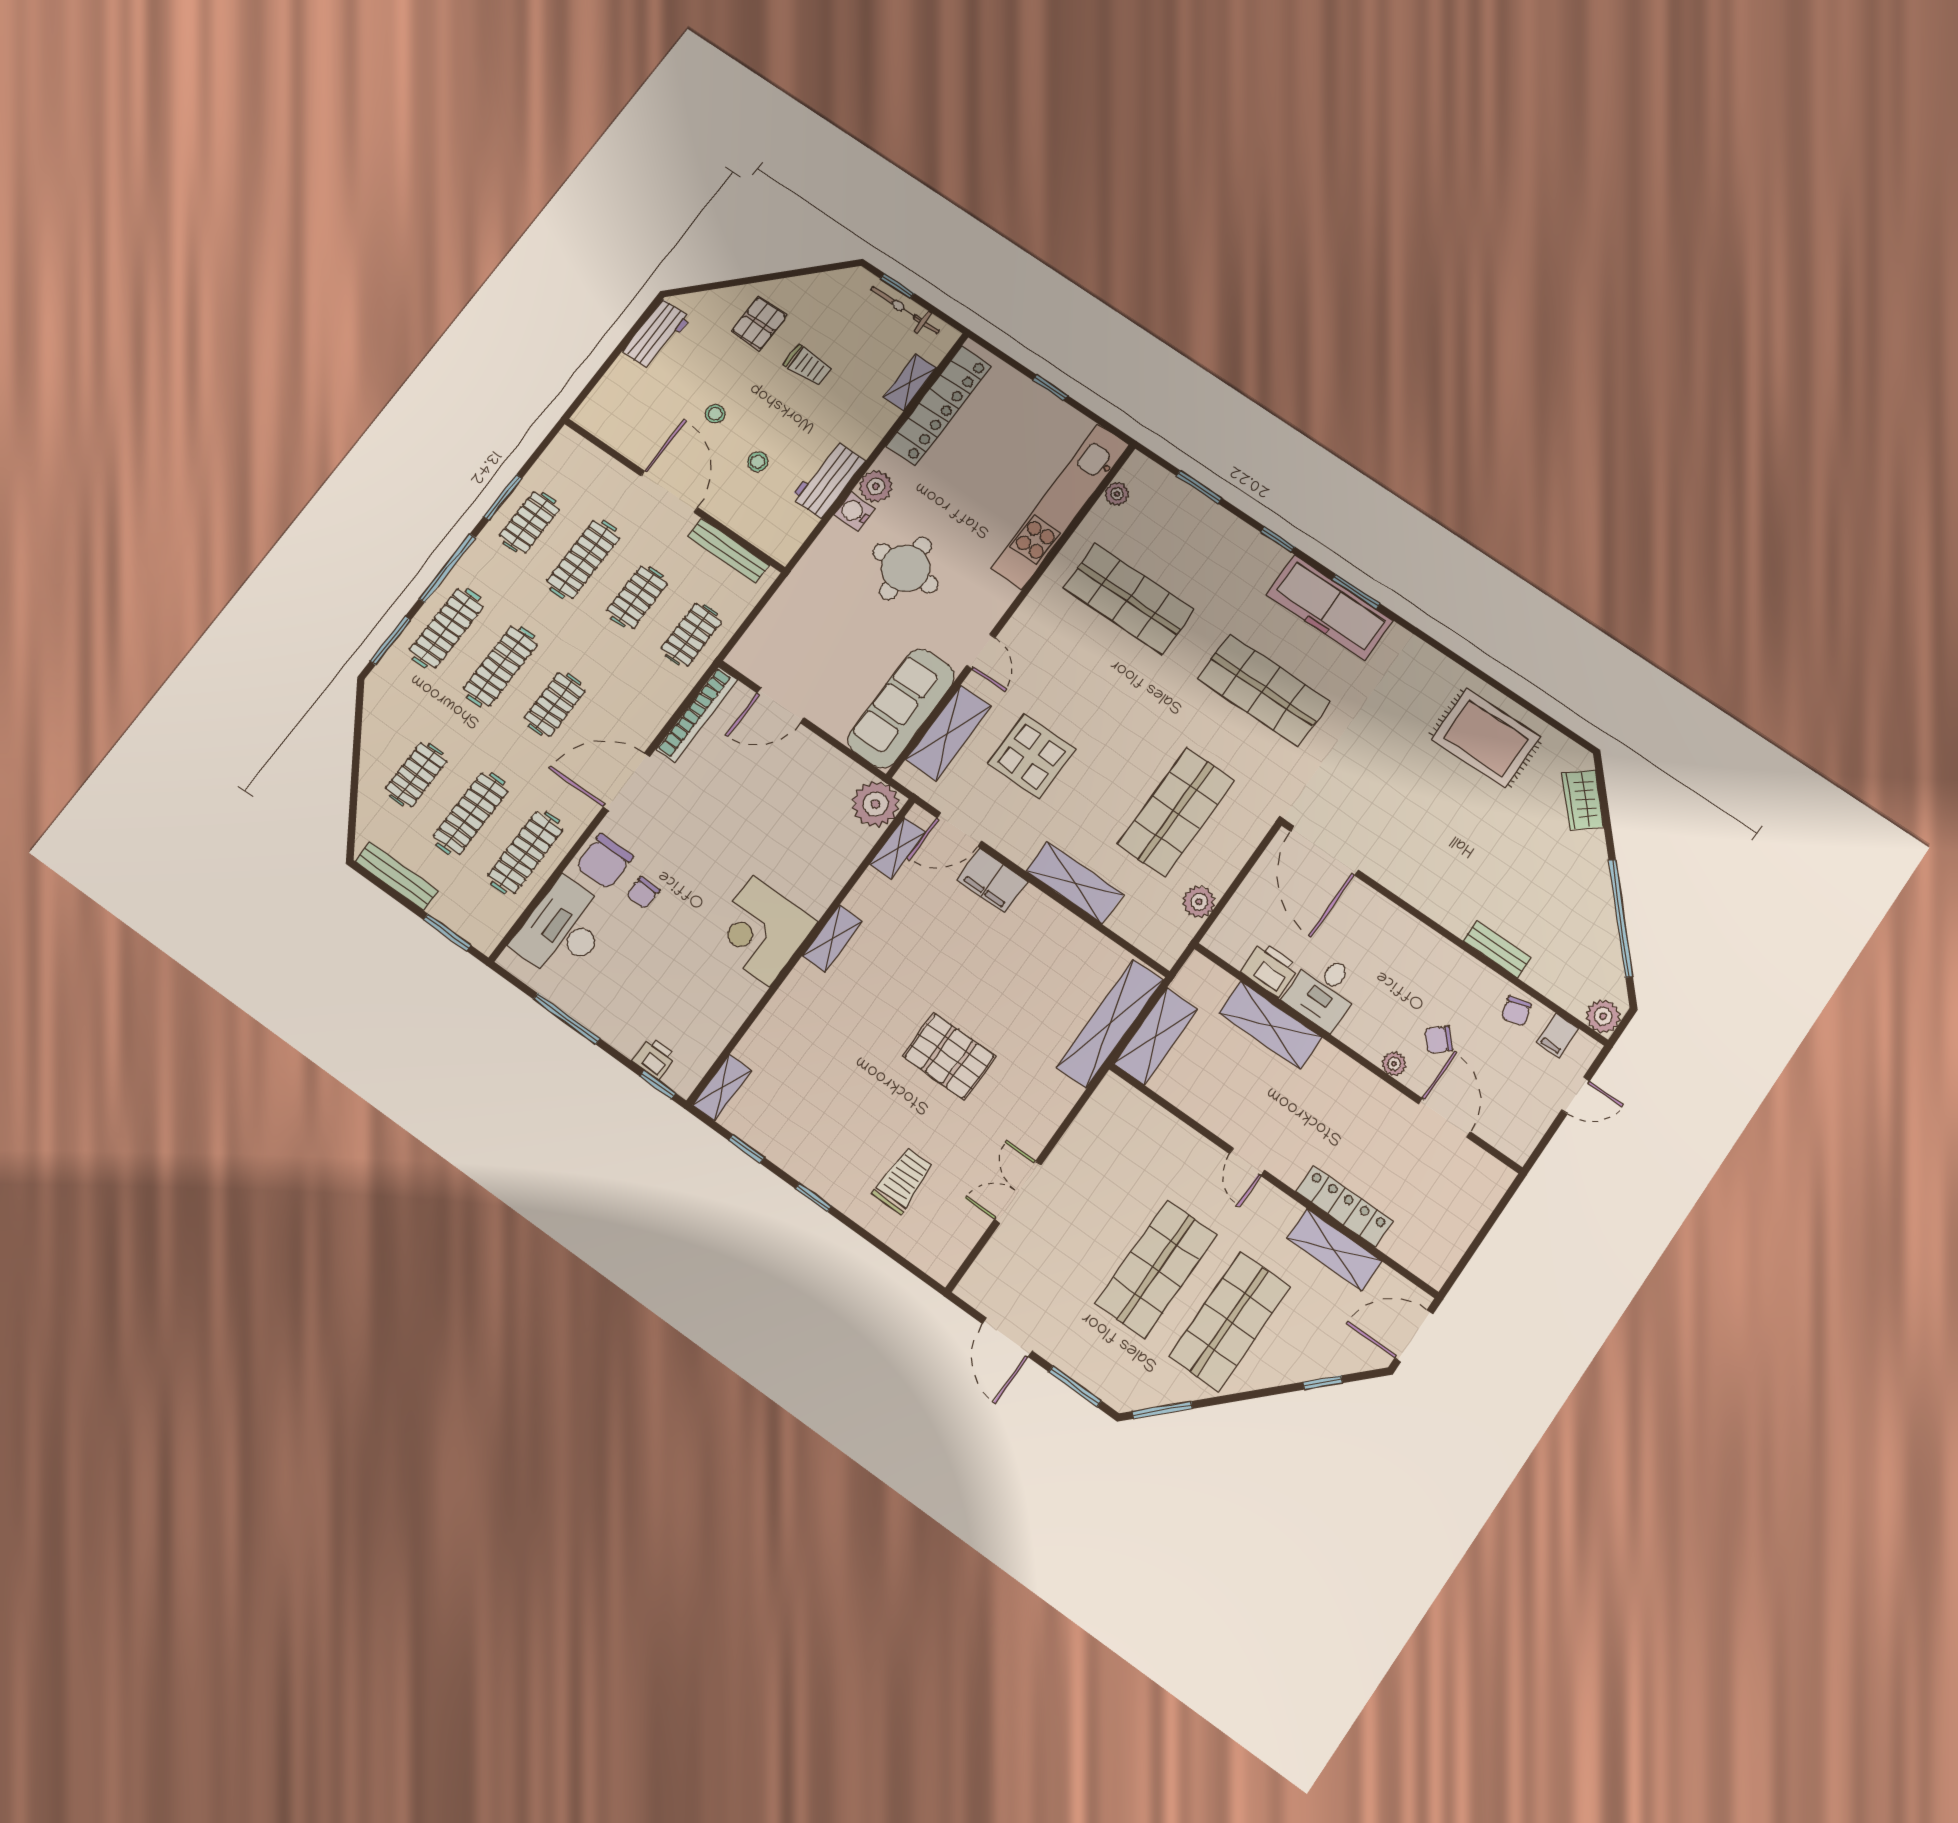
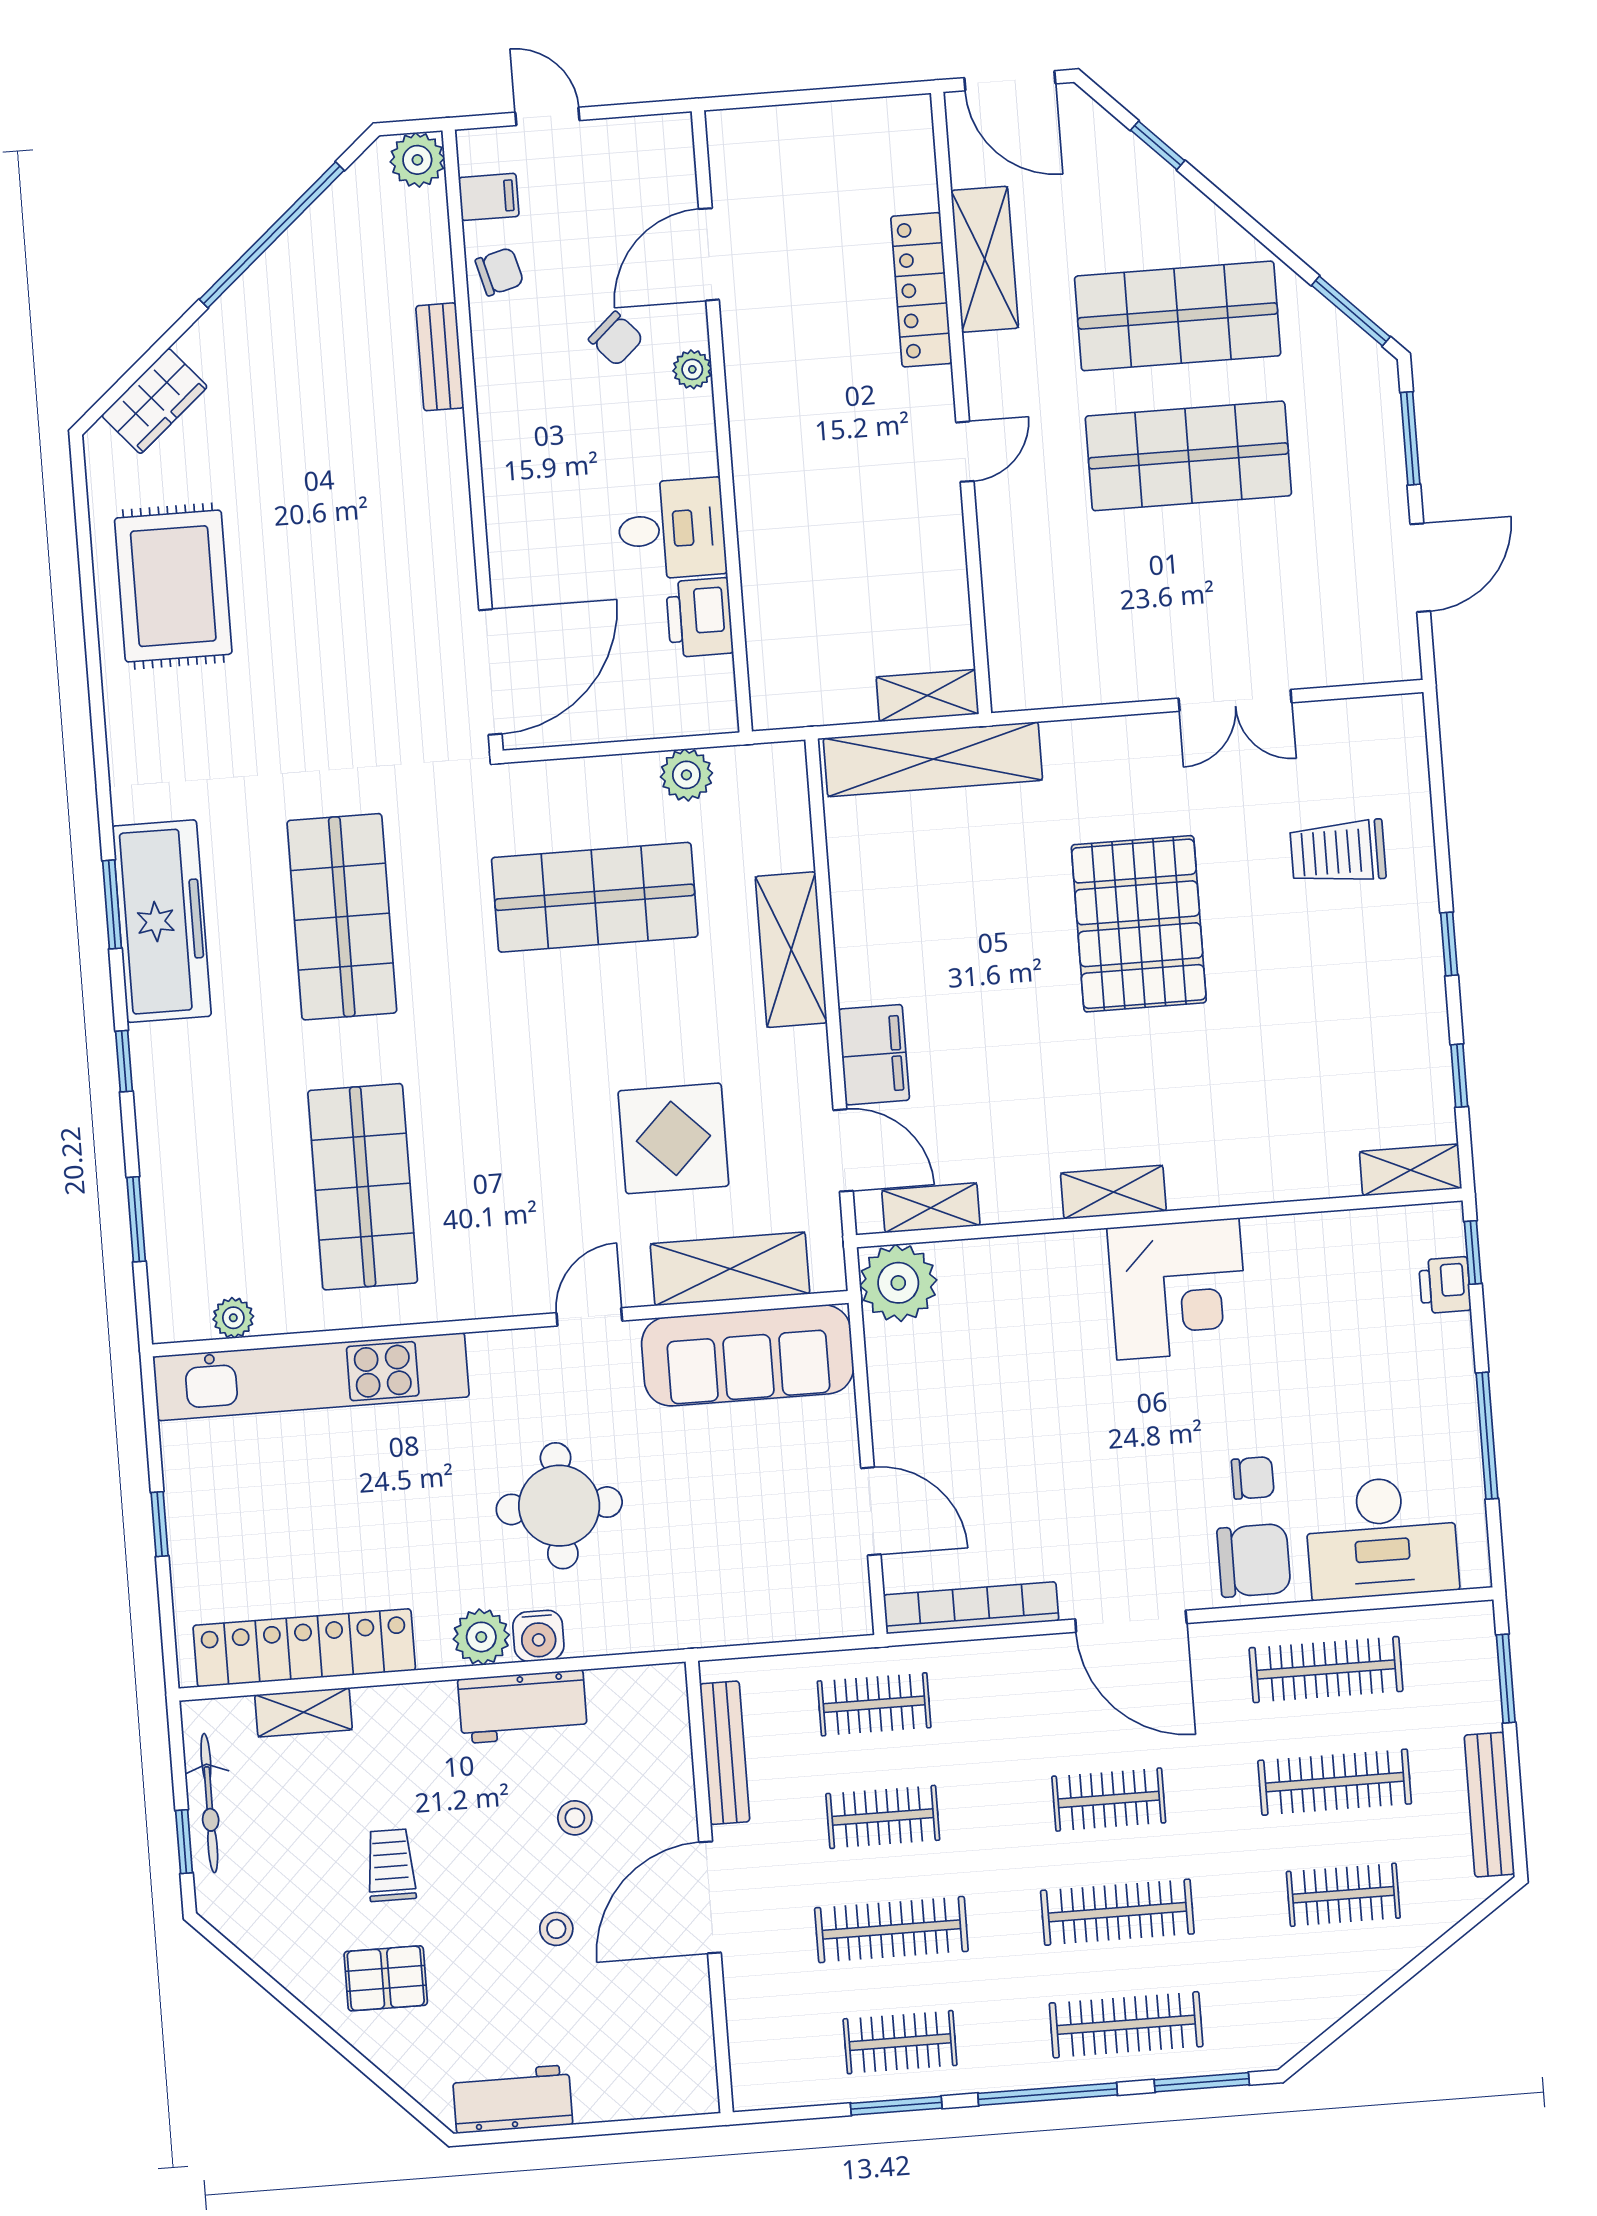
shelving: (1270, 1025) -> (770, 560), removed
shelving: (1156, 1036) -> (928, 695), width x0.67, depth x0.75
pallet: (949, 1056) -> (1139, 924), width x1.37, depth x1.41

